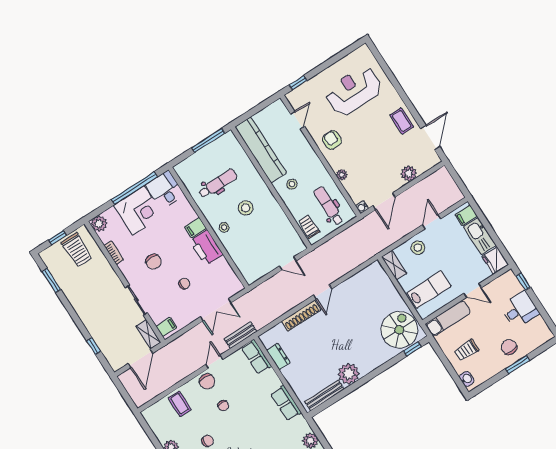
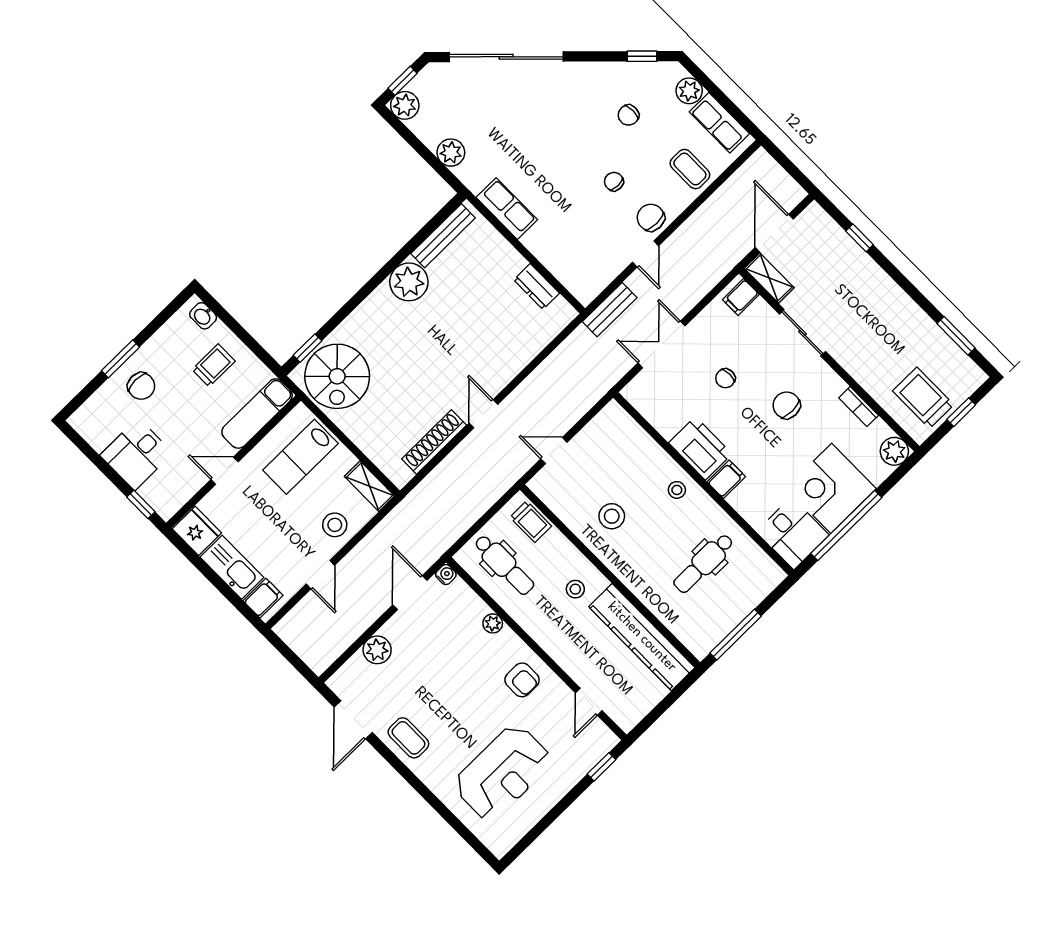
stool: (246, 208) -> (612, 516), moved
shoe rack: (301, 316) -> (434, 442), moved
row of seats: (256, 357) -> (719, 123), moved, turned 180

